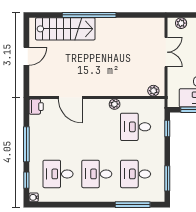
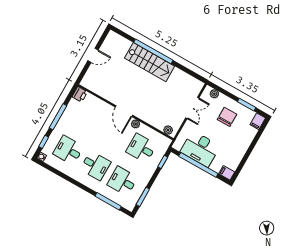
stairs: (65, 29) -> (150, 62), moved
door: (70, 98) -> (124, 111), moved
desk: (97, 174) -> (95, 166), turned 180

